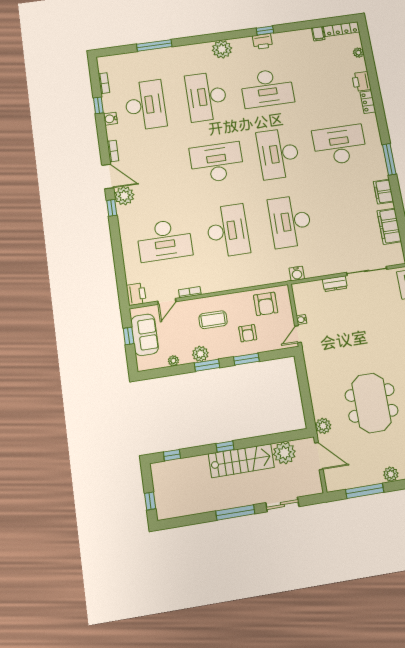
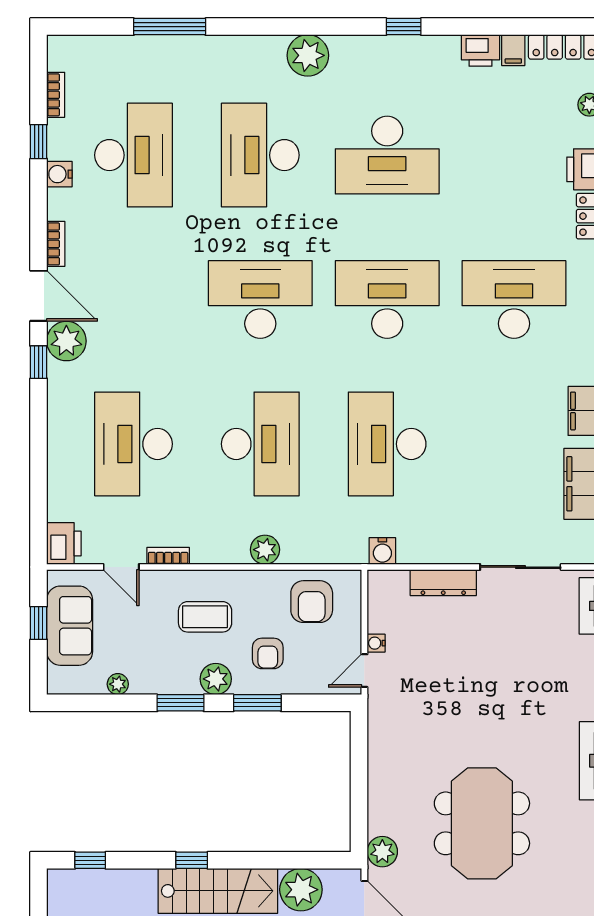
printer: (263, 41) -> (481, 50), moved
desk: (278, 154) -> (387, 300), turned 90
desk: (164, 240) -> (133, 444), turned 90
plant: (238, 282) -> (265, 550), added
dresser: (335, 284) -> (443, 583), width x1.44
door: (167, 301) -> (121, 567), hinge flipped
plant: (200, 354) -> (216, 679), moved

